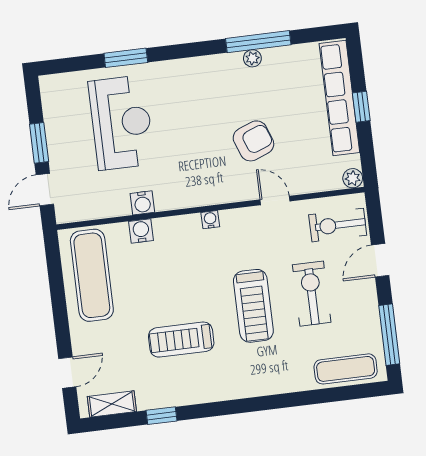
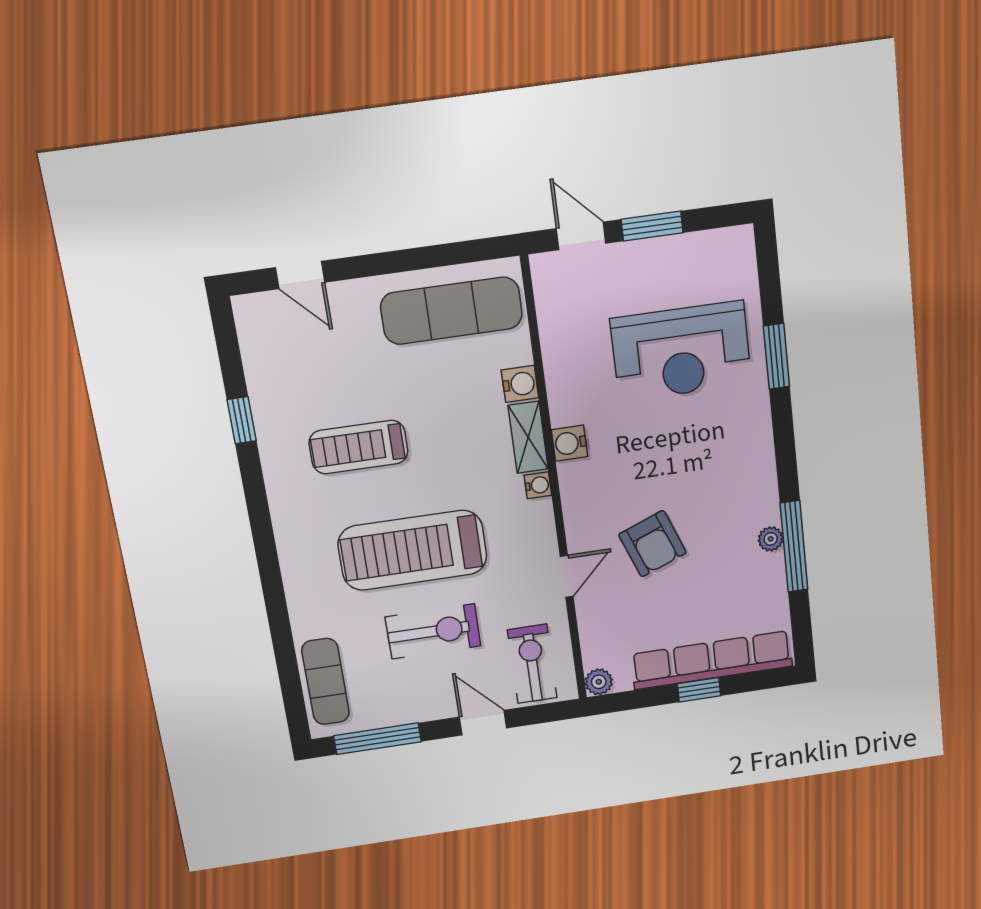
water cooler: (142, 203) -> (569, 443), moved
treadmill: (253, 306) -> (413, 550), width x1.37, depth x1.38
treadmill: (181, 340) -> (359, 447), turned -90
shelving: (112, 404) -> (528, 437), moved

